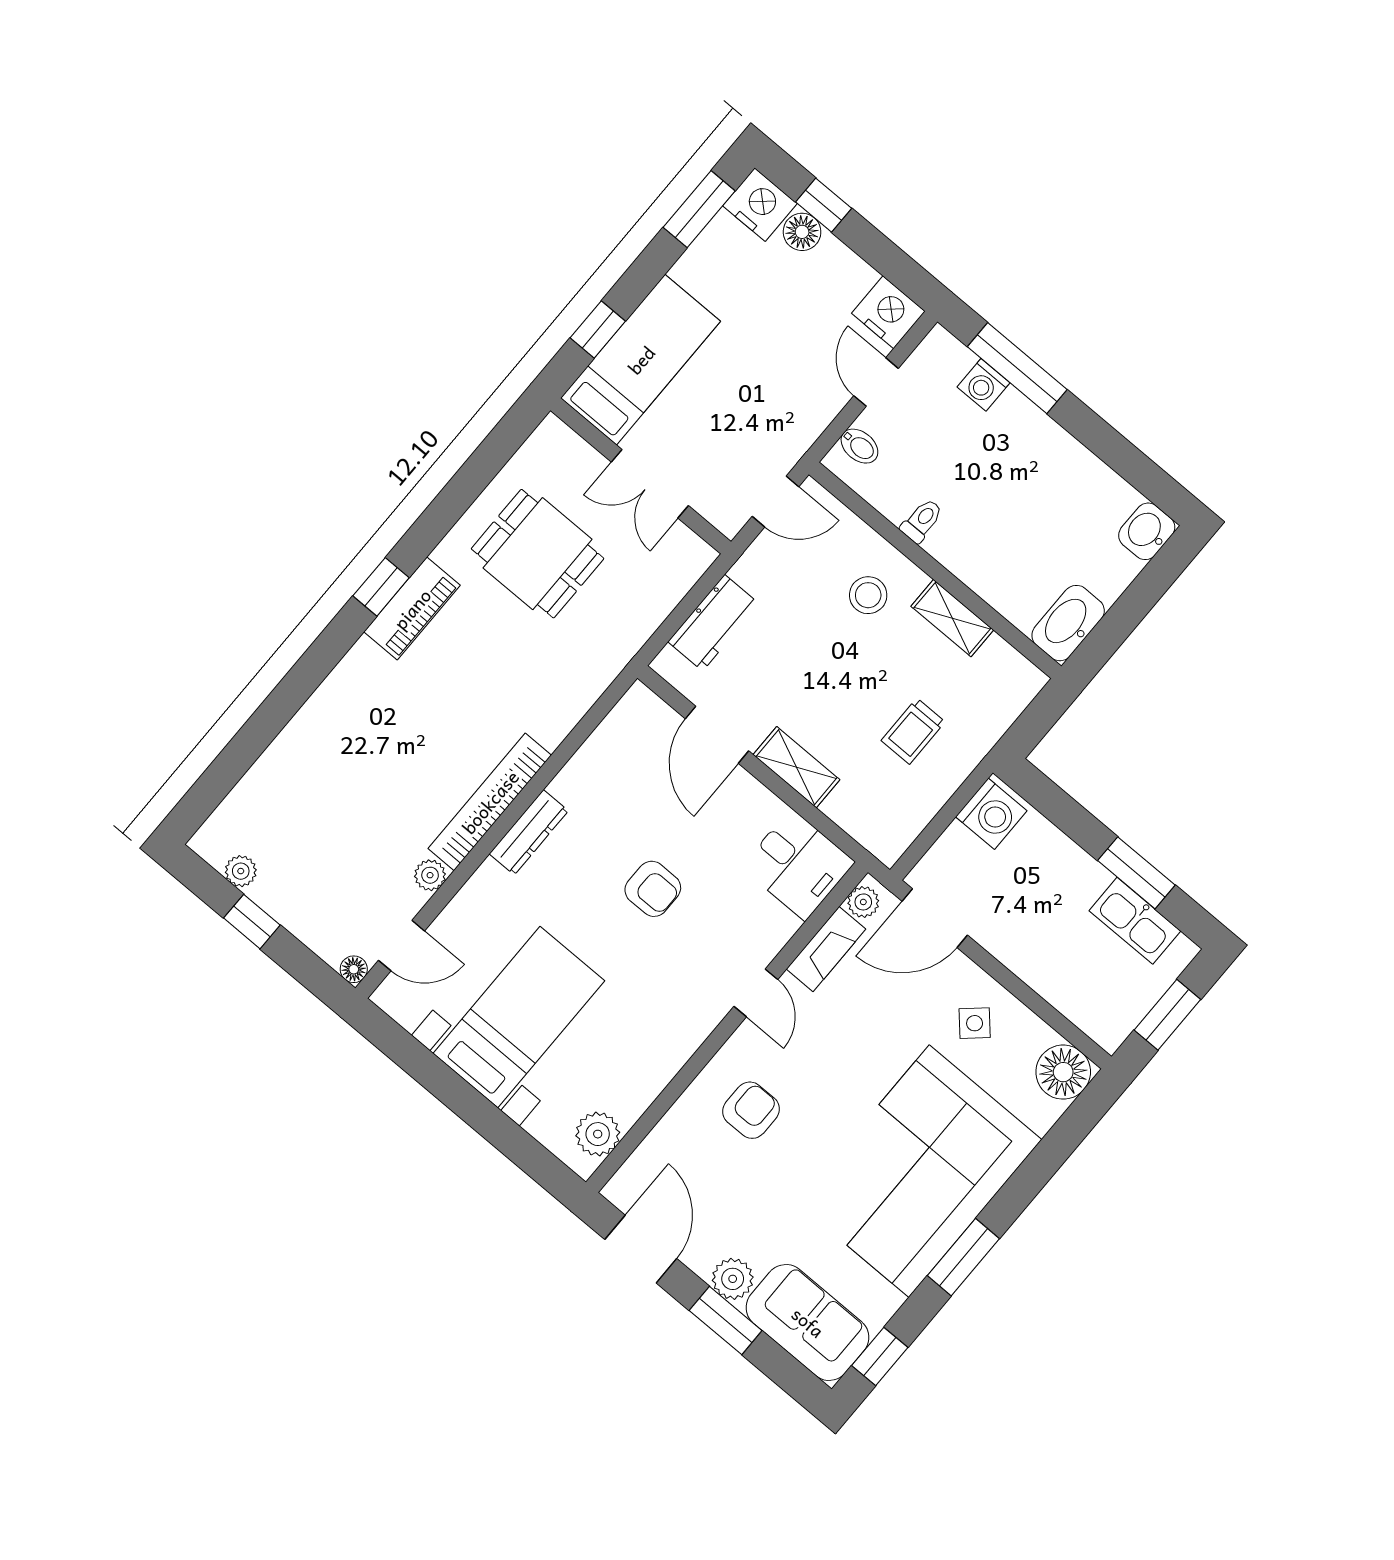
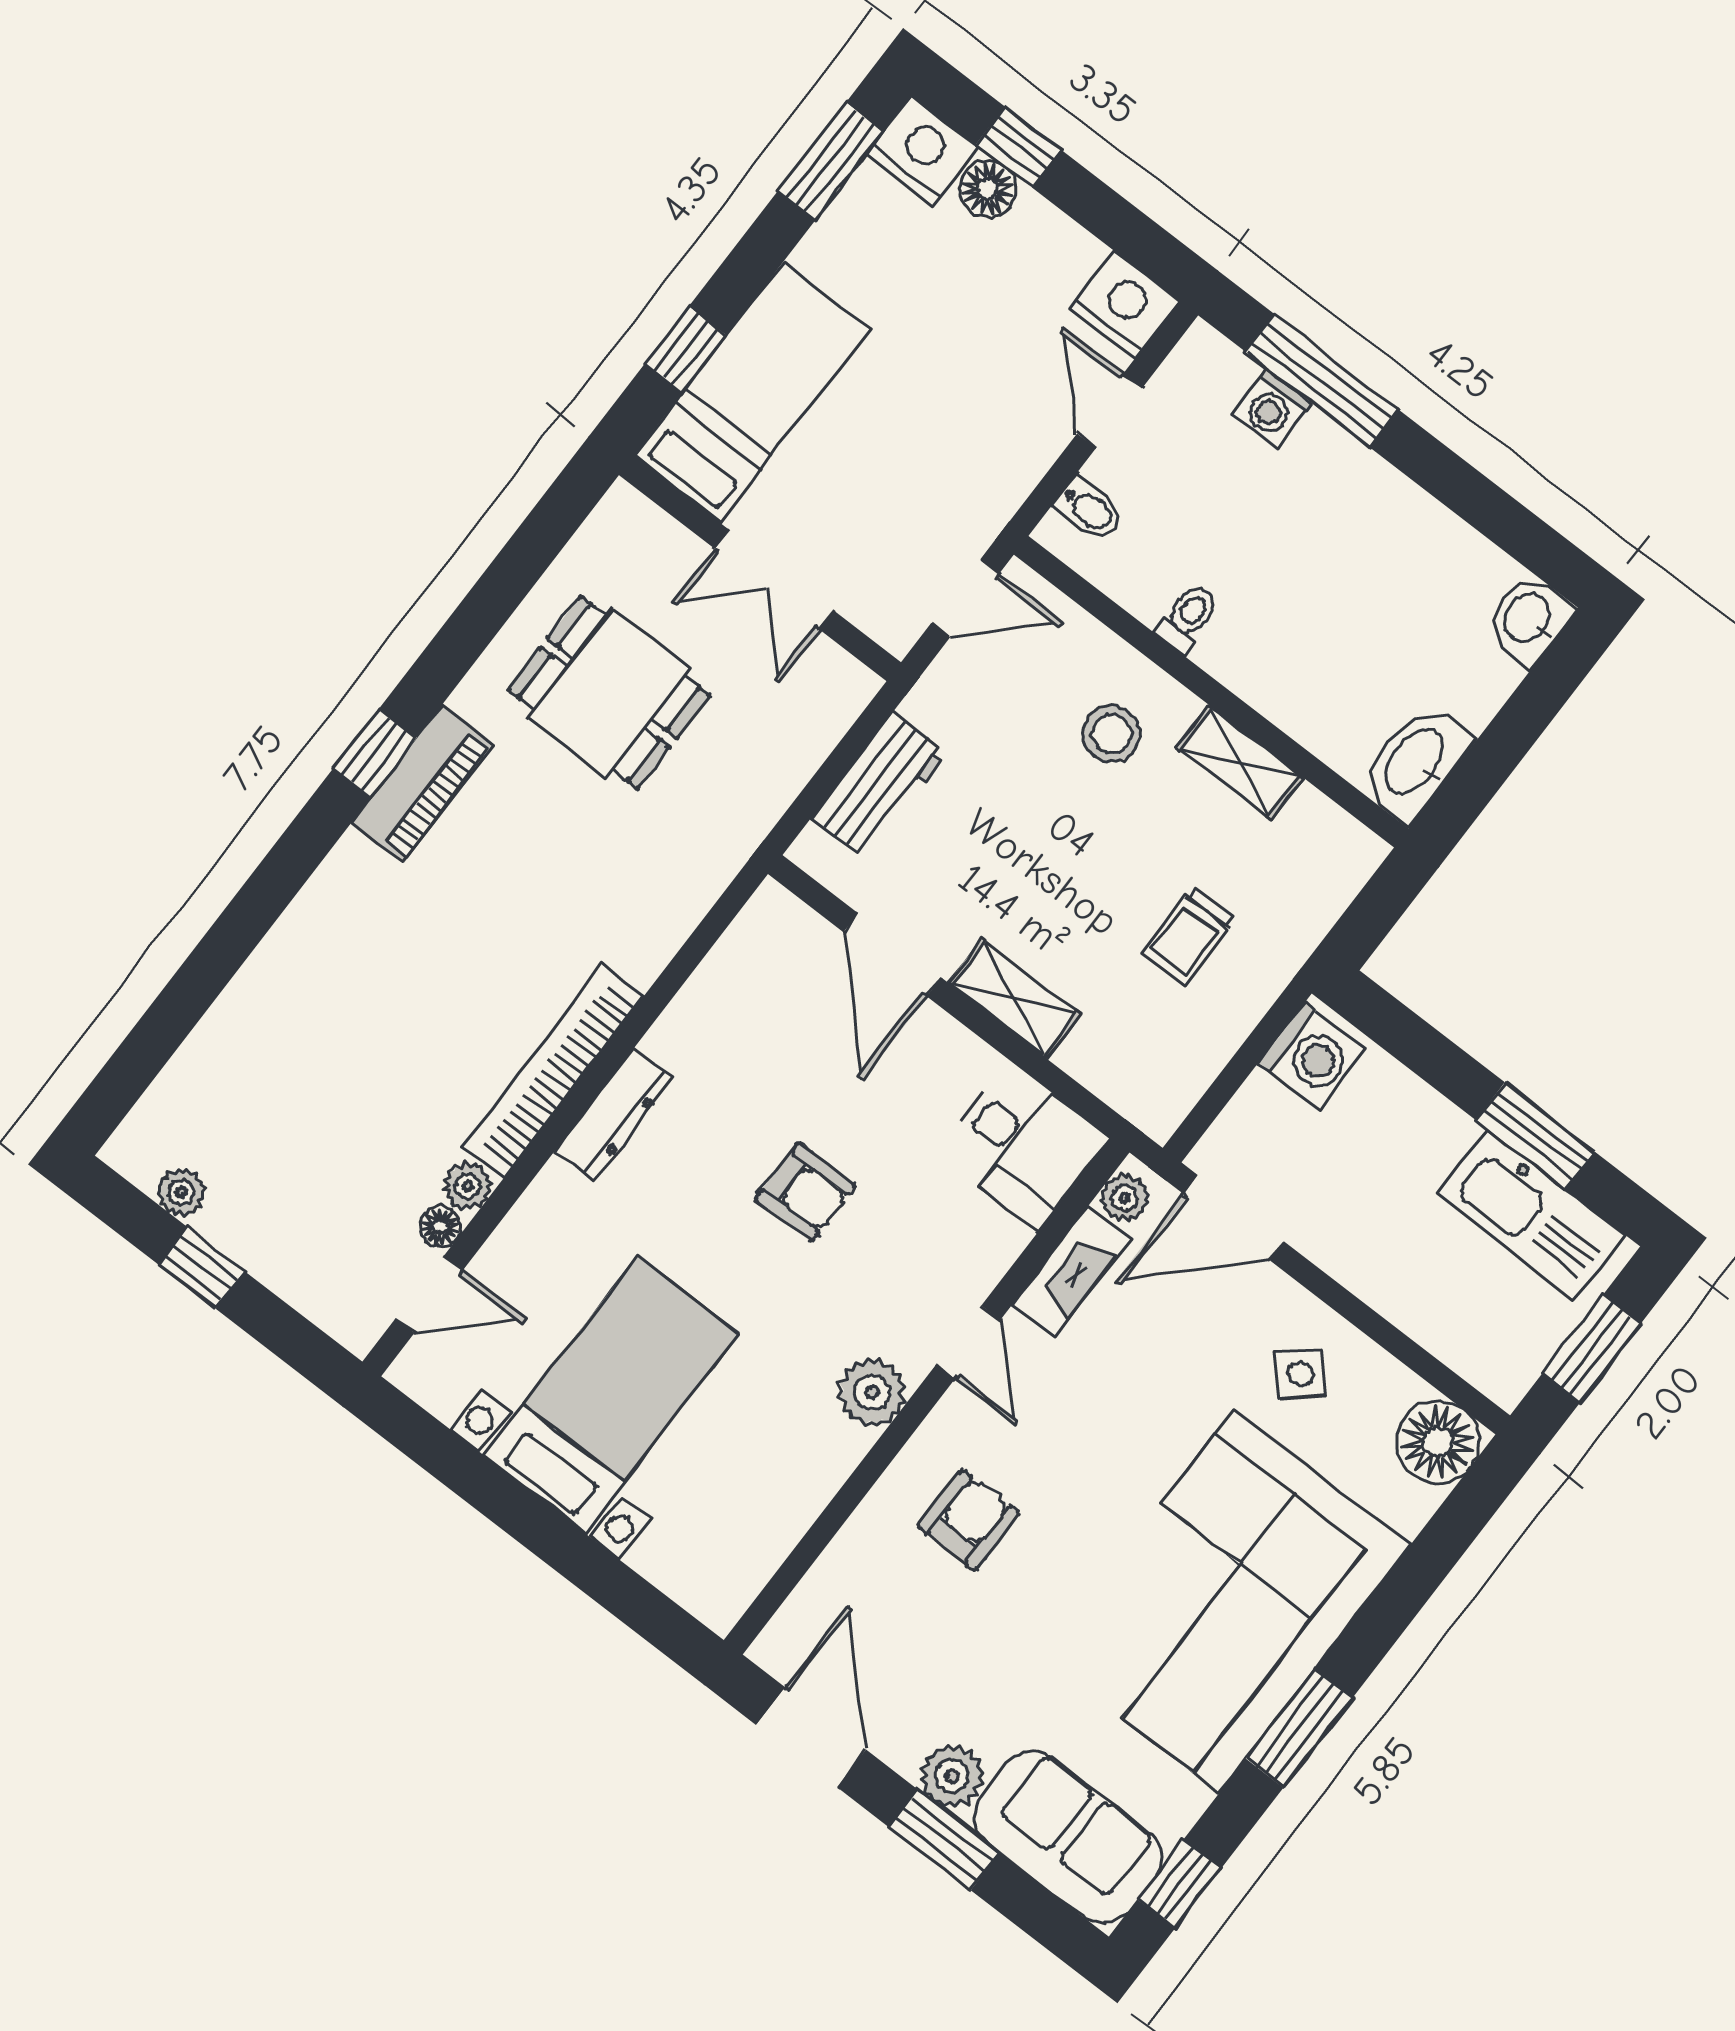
kitchen sink: (1135, 921) -> (1531, 1215), width x1.36, depth x1.24
floor lamp: (354, 969) -> (441, 1227), moved
plant: (598, 1134) -> (872, 1392), moved

